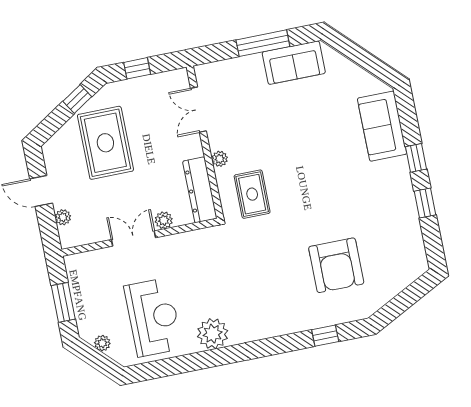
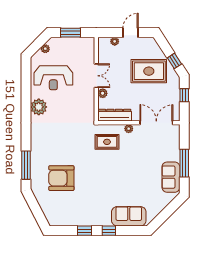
double door: (198, 110) -> (156, 123), width x1.37
window: (325, 336) -> (26, 165), width x2.17

